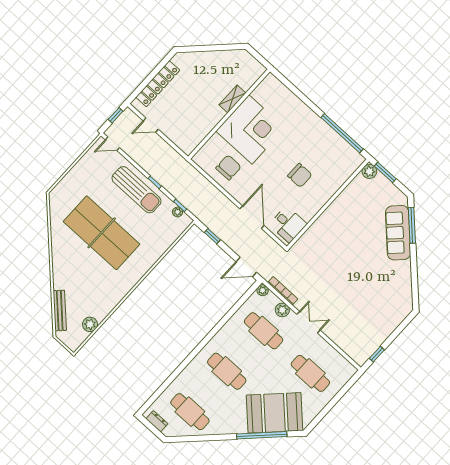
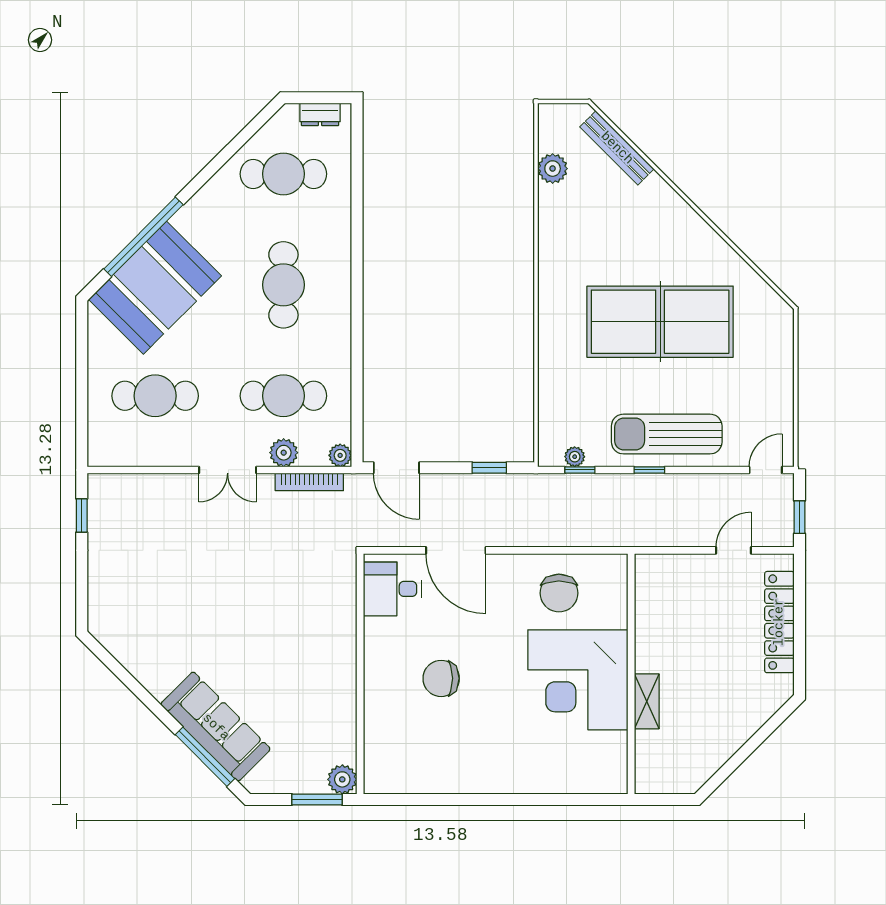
window: (342, 133) -> (435, 799), removed
door: (246, 267) -> (396, 468), swing flipped
cafe table: (227, 371) -> (283, 285), turned 90

